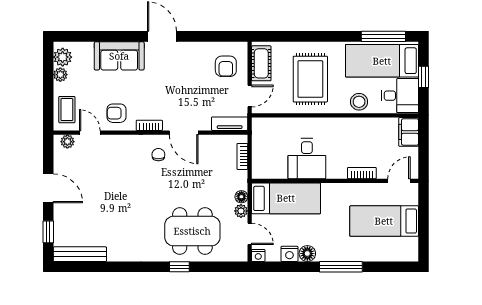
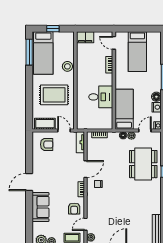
desk: (400, 96) -> (64, 42), removed

